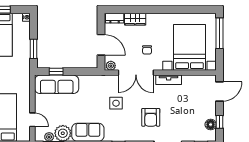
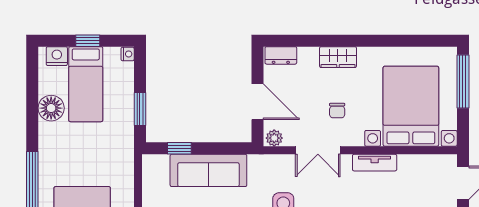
wardrobe: (135, 19) -> (338, 57), moved
double door: (136, 73) -> (318, 150), width x0.73
sofa: (57, 84) -> (208, 170), moved

